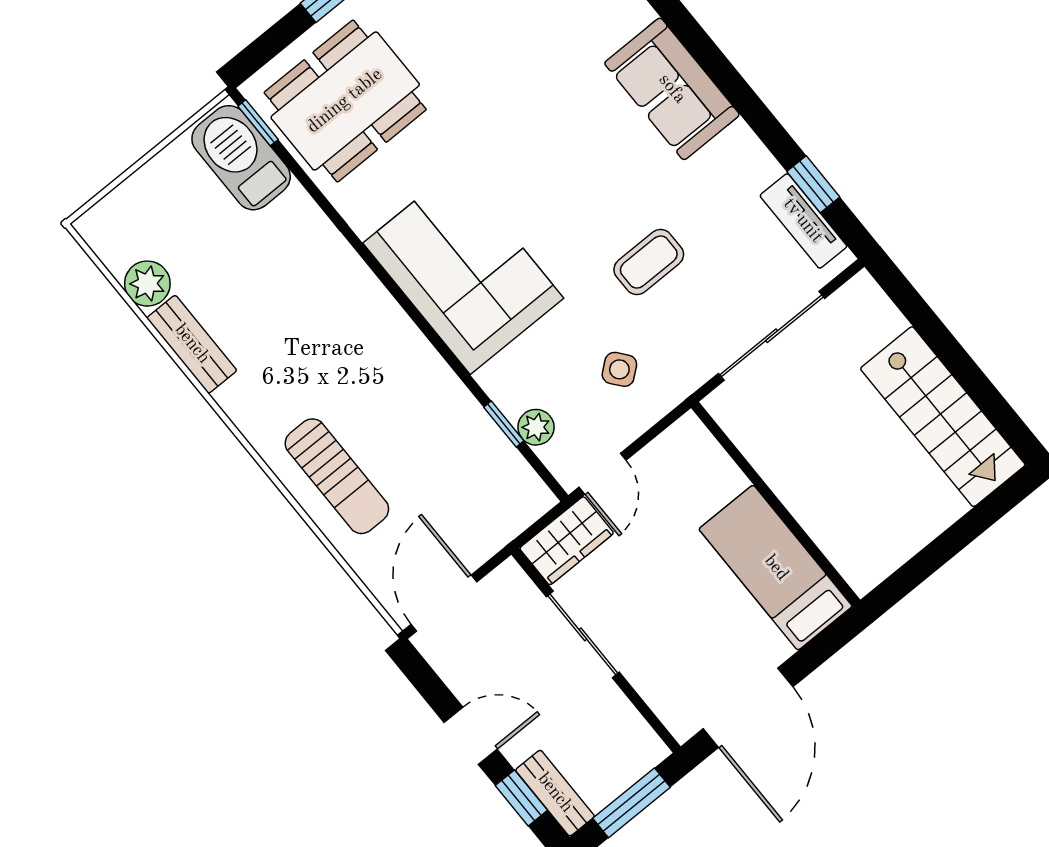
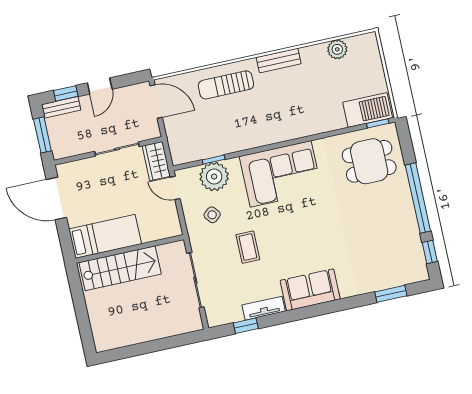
dining table: (345, 101) -> (369, 161), width x0.73
tv unit: (803, 221) -> (264, 308), moved
bench: (192, 344) -> (279, 60), moved
stairs: (943, 417) -> (120, 268), moved, turned 180
plant: (536, 427) -> (214, 177), width x1.87, depth x1.87

